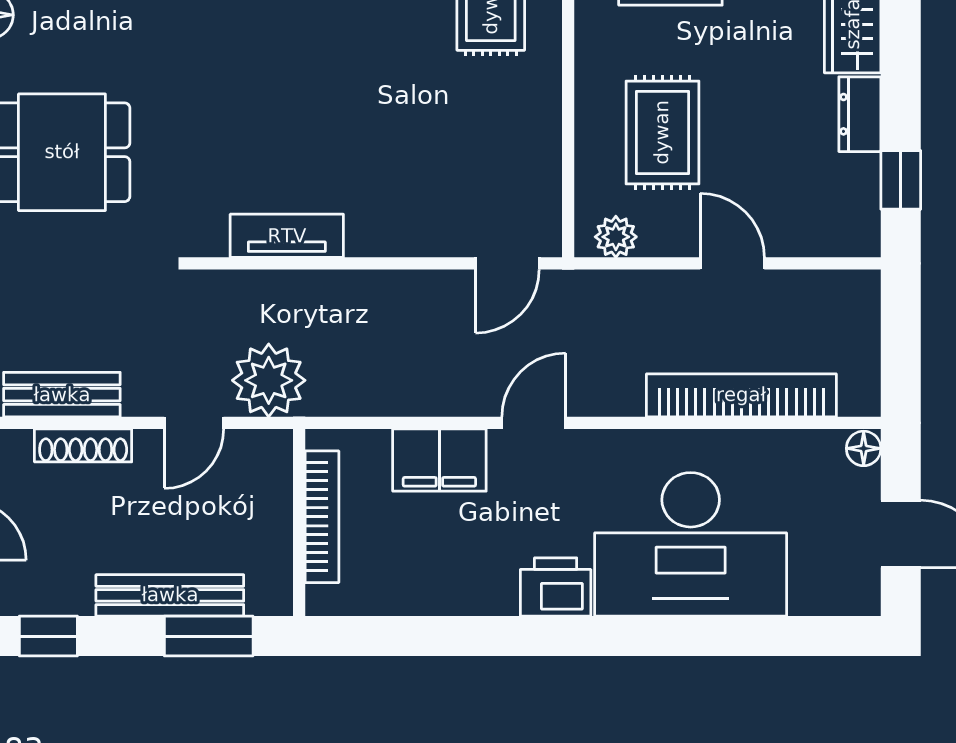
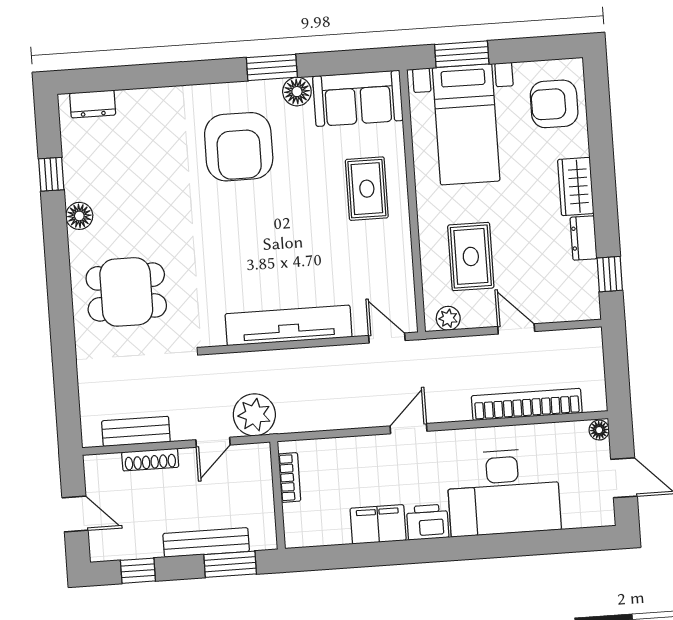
tv unit: (287, 236) -> (289, 325), width x1.92, depth x1.29
door: (507, 263) -> (387, 338), swing flipped
filing cabinet: (439, 460) -> (378, 524), moved, turned 180
bookcase: (322, 517) -> (289, 477), width x0.64

